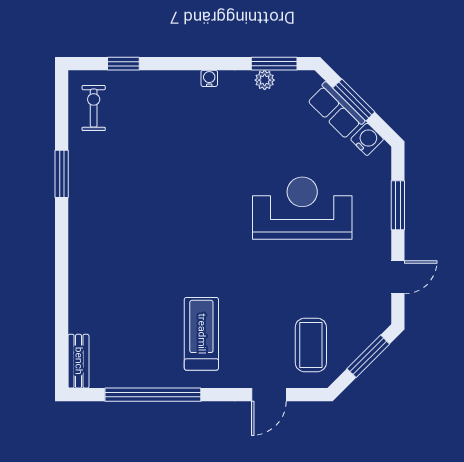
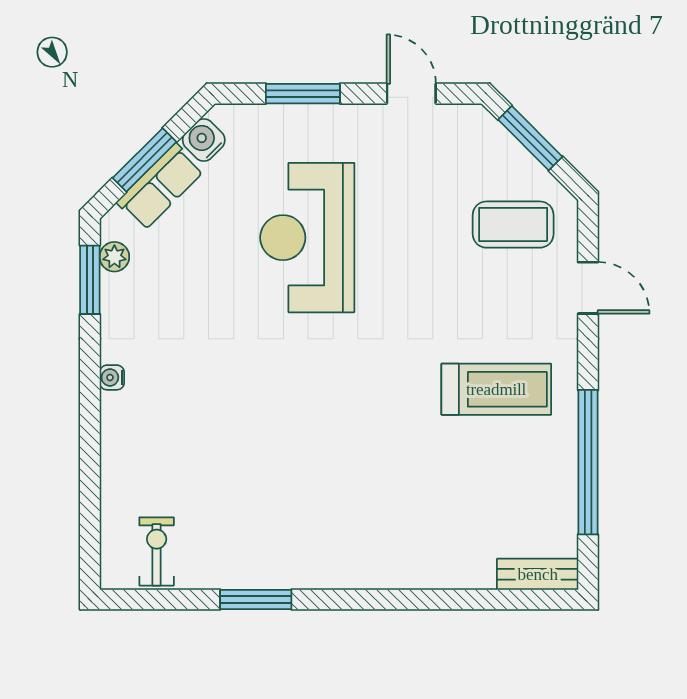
window: (123, 64) -> (90, 507), removed
plant: (265, 80) -> (114, 257), moved
exercise bike: (94, 108) -> (157, 551), turned 90
treadmill: (201, 334) -> (496, 389), turned 180

